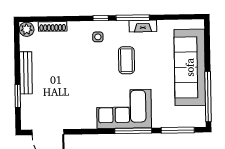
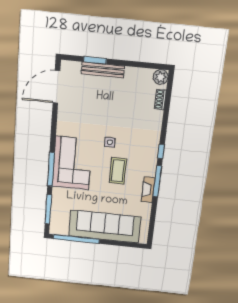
shoe rack: (53, 26) -> (160, 99), width x0.70
side table: (98, 37) -> (110, 142), moved
coffee table: (126, 60) -> (118, 171), turned 90
bench: (26, 73) -> (103, 70), moved

